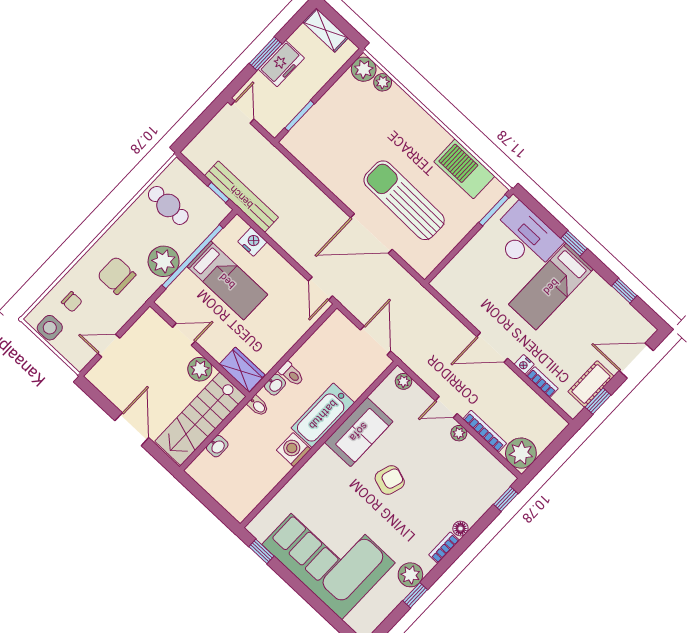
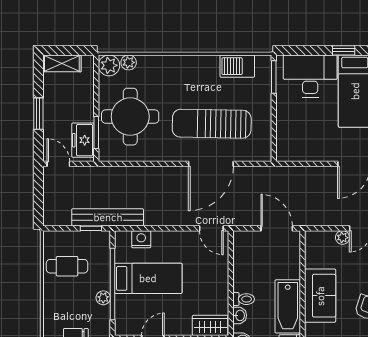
freezer: (281, 64) -> (83, 140), moved, turned 180
round table: (341, 129) -> (130, 117), added
barbecue: (464, 169) -> (237, 66), width x0.73, depth x0.83
plant: (164, 261) -> (103, 298), width x0.53, depth x0.53
plant: (404, 381) -> (343, 238), moved

